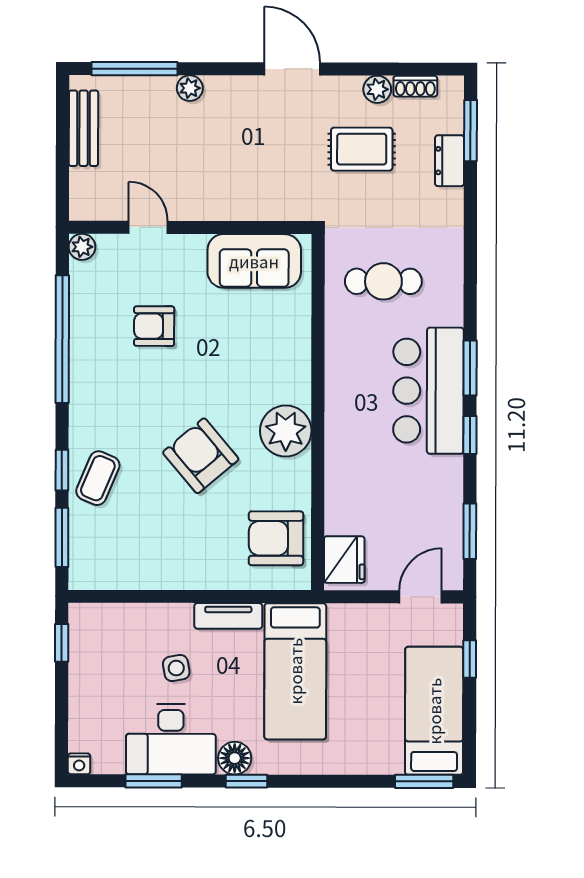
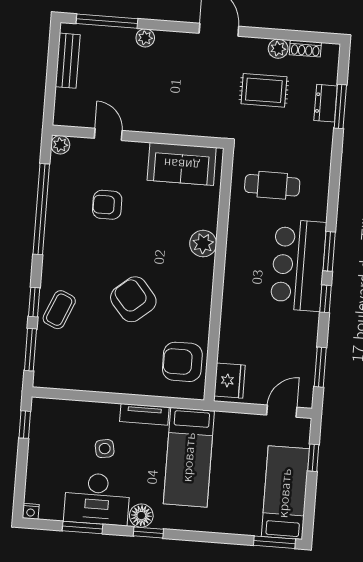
window: (470, 131) -> (340, 106), moved
plant: (286, 431) -> (203, 244), moved, width x0.73, depth x0.73

